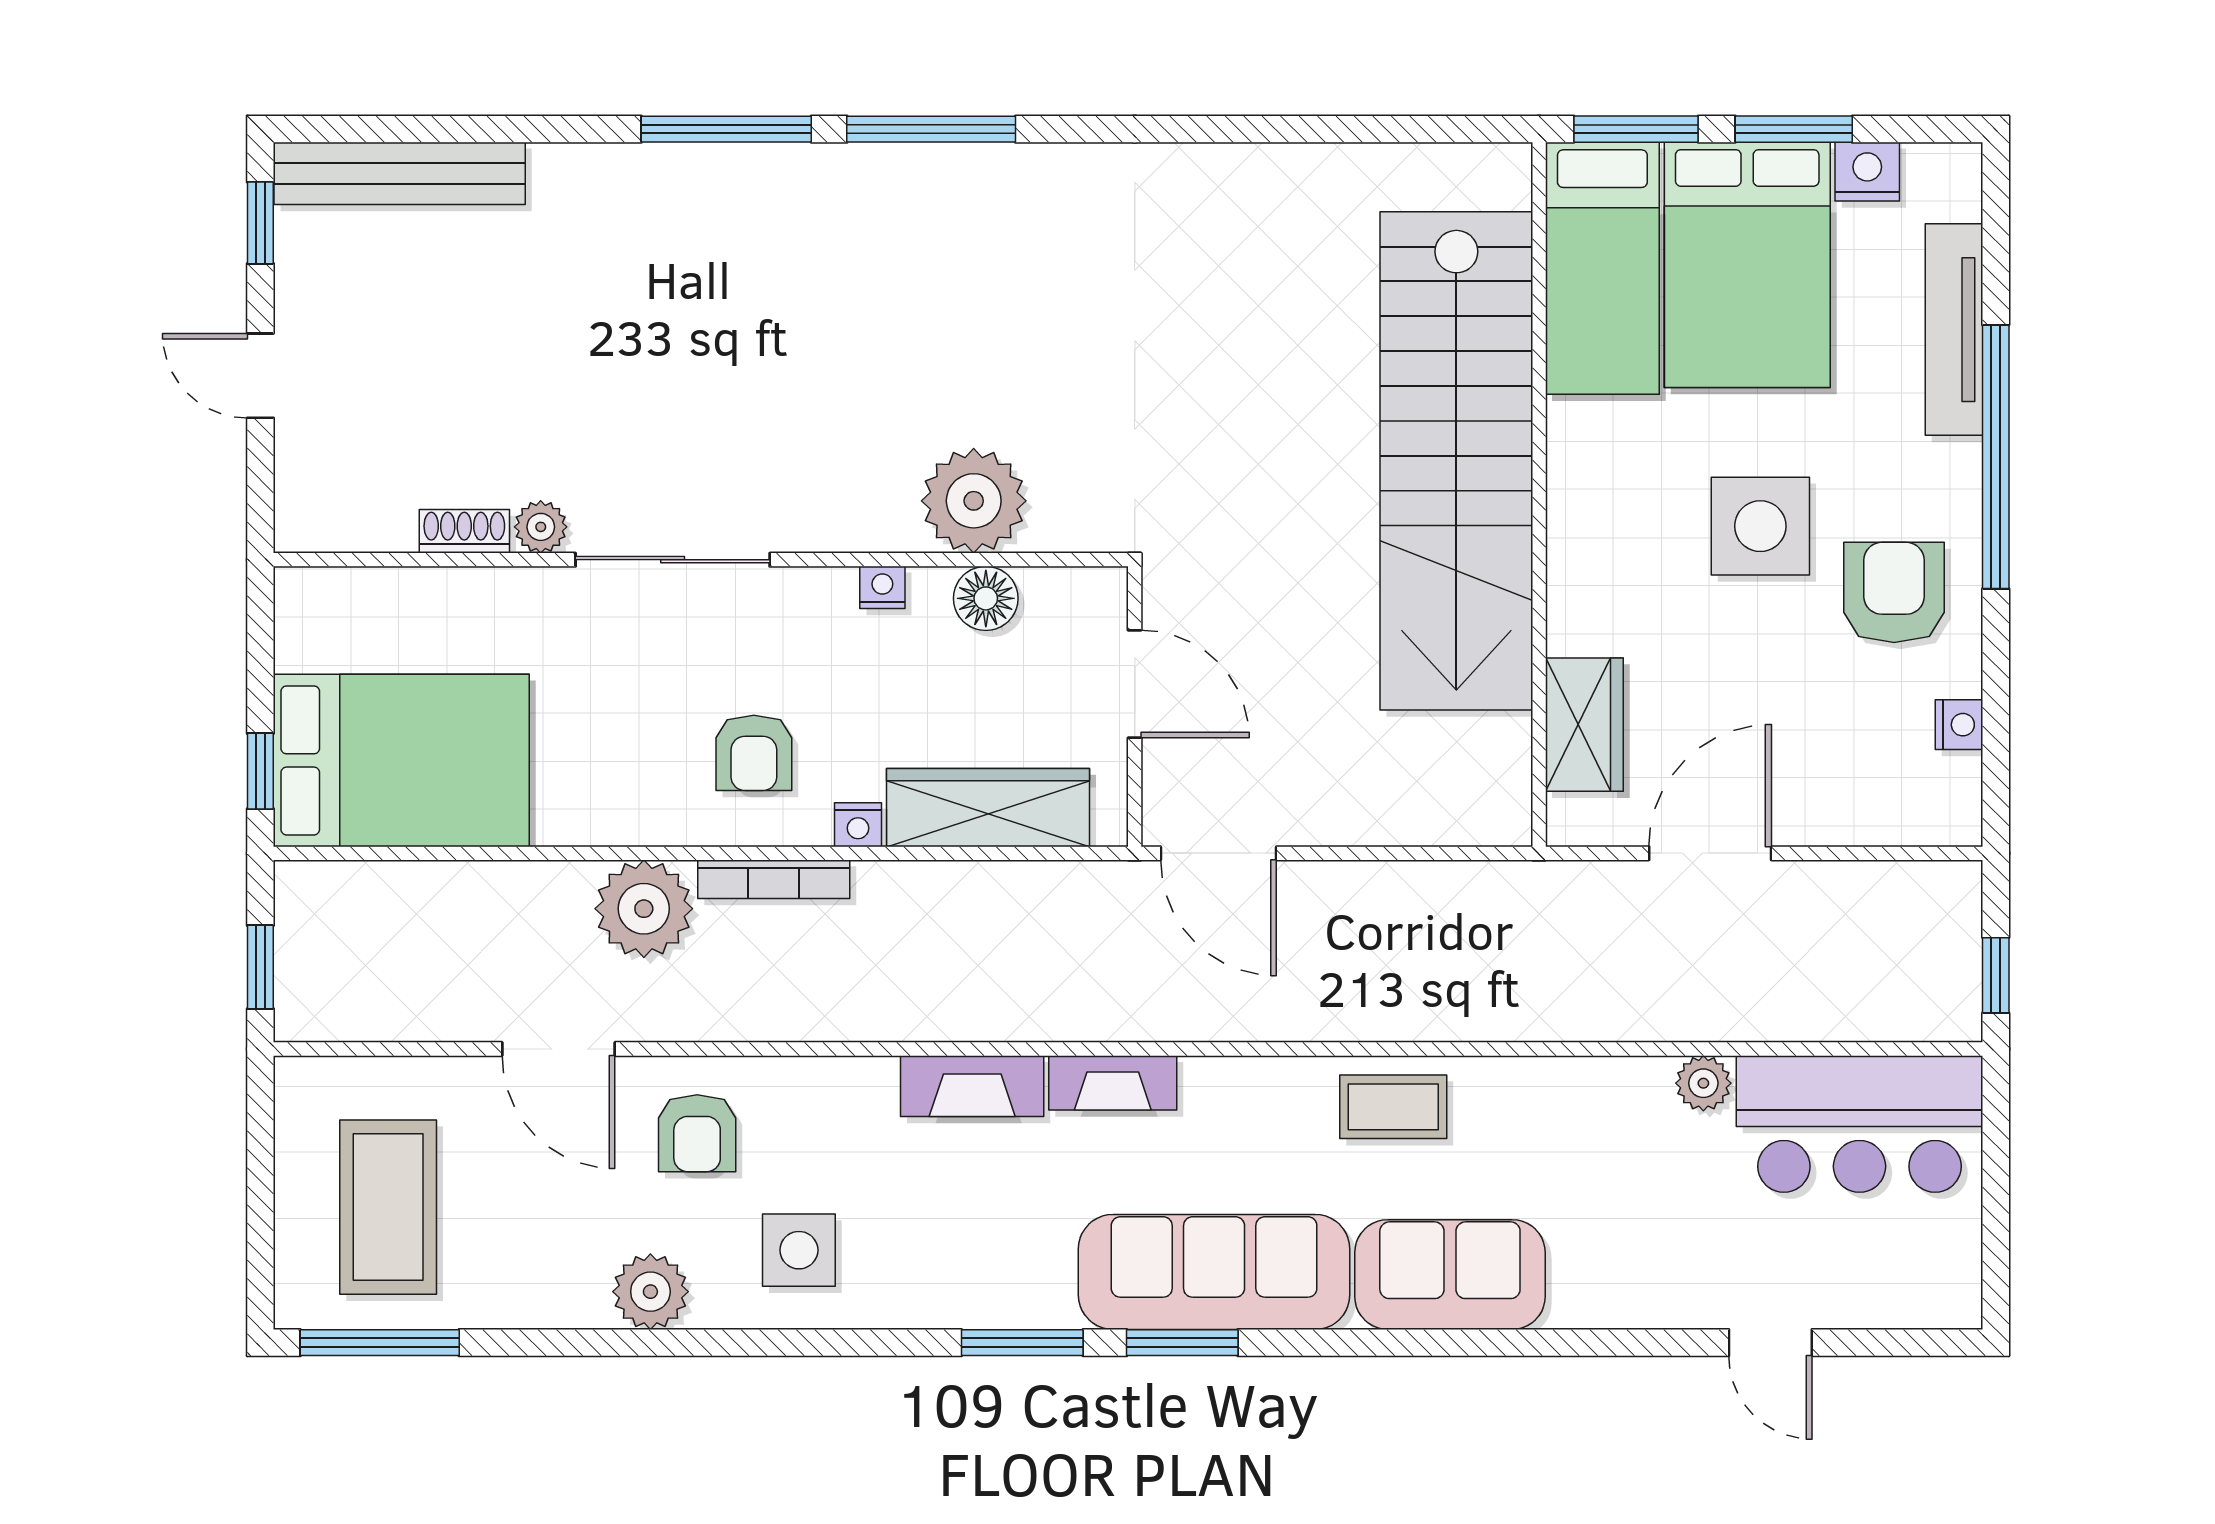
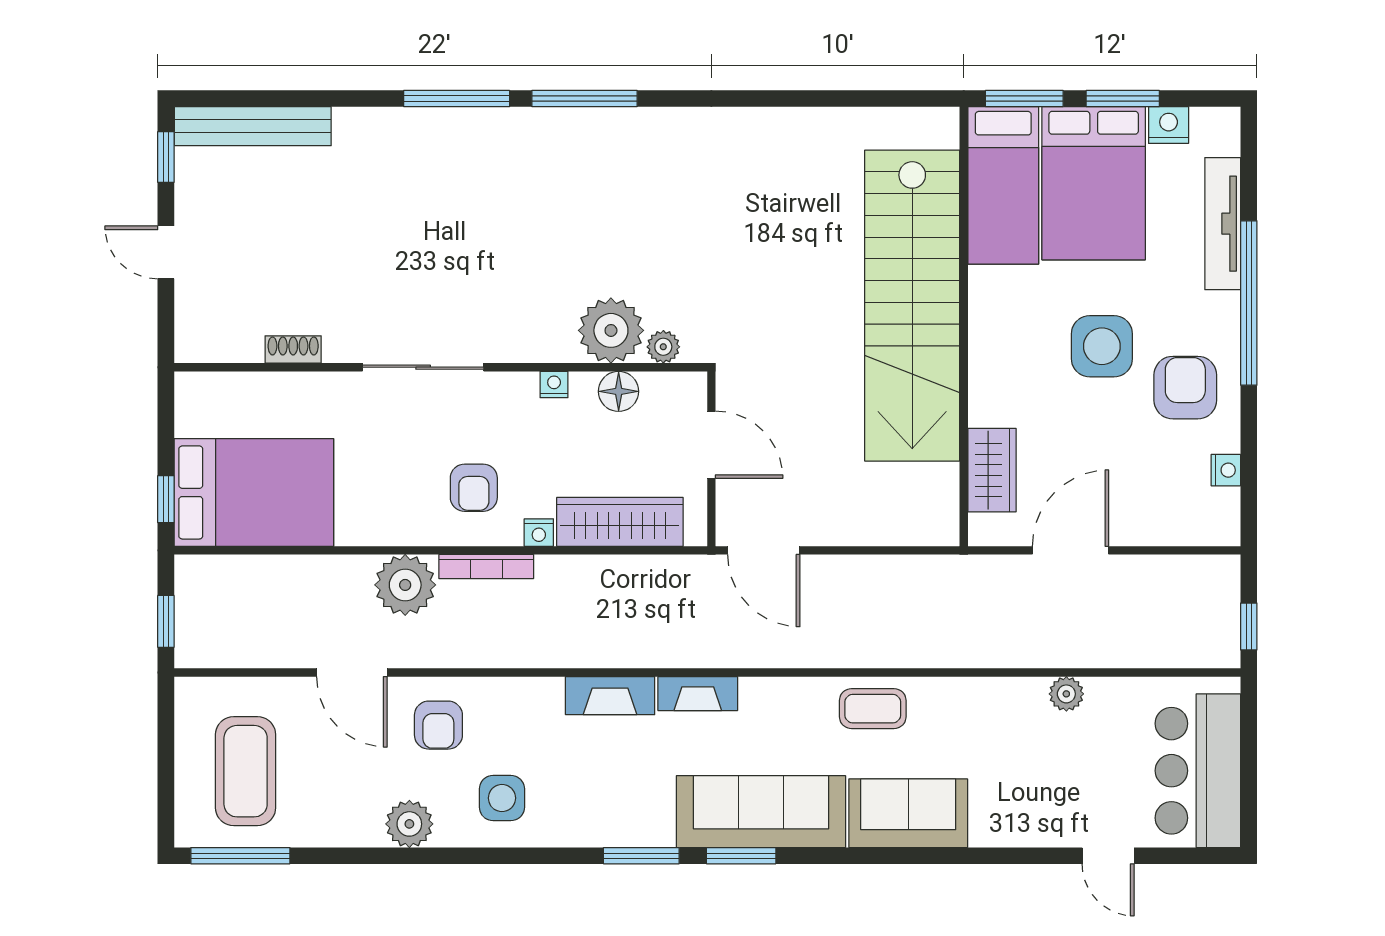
plant: (541, 527) -> (663, 347), moved
bar counter: (1859, 1124) -> (1198, 771), moved, turned 90

